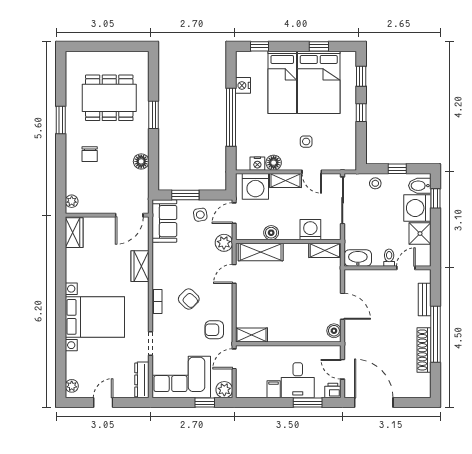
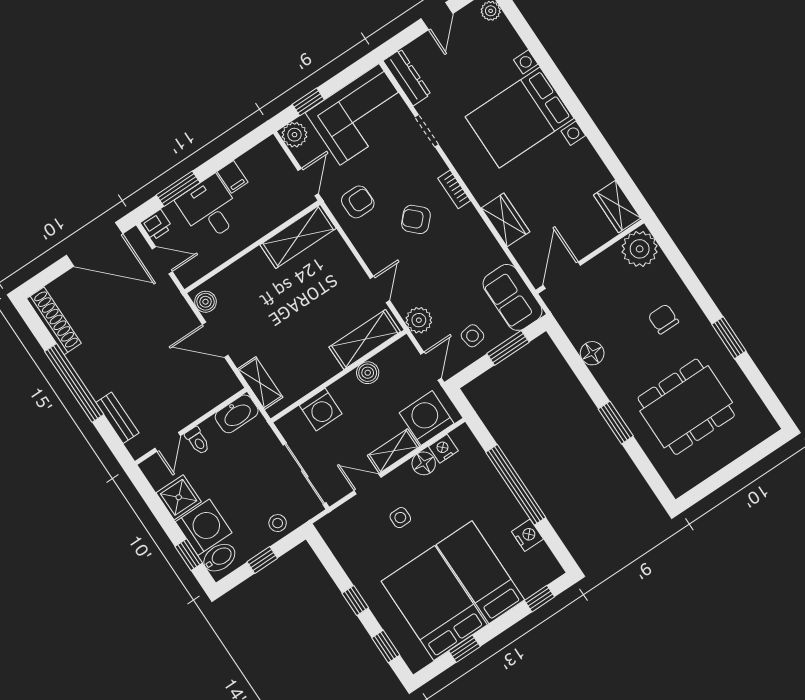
plant: (72, 201) -> (640, 249), width x1.87, depth x1.87
shelving: (325, 250) -> (260, 383), moved, turned 90
shelving: (252, 335) -> (298, 236), width x1.50, depth x1.33
shoe rack: (424, 350) -> (54, 321), moved

